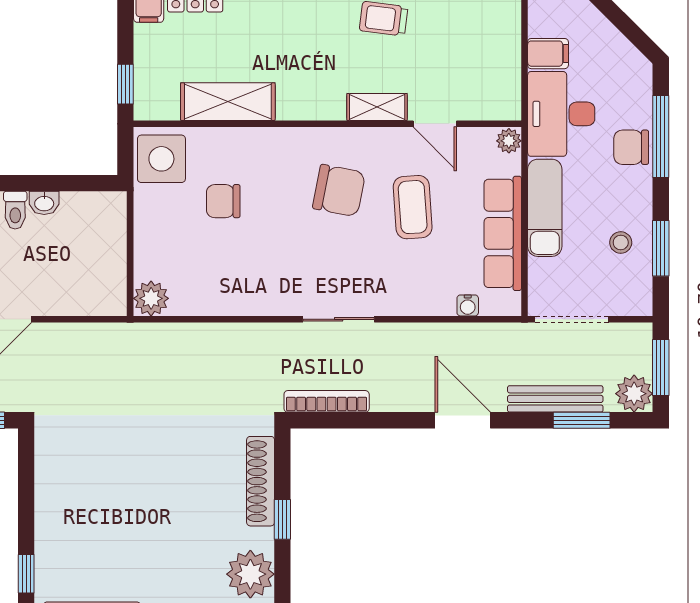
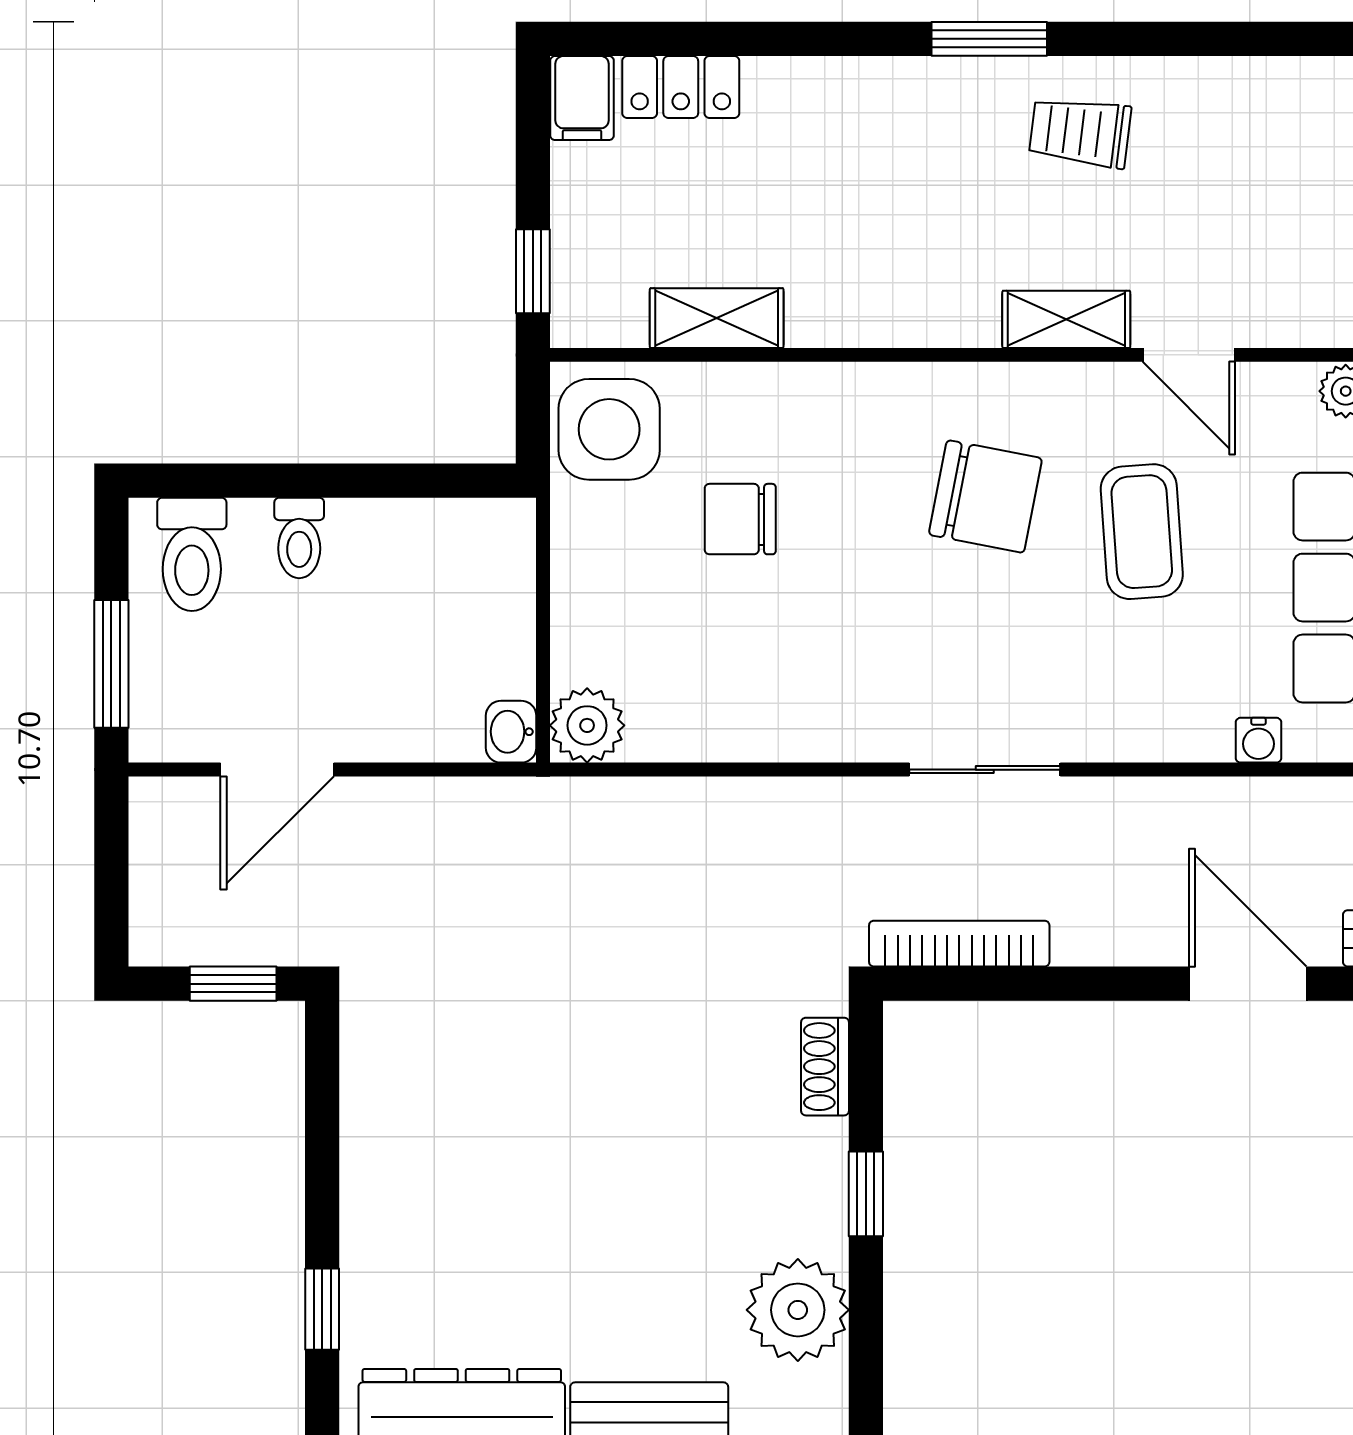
shelving: (228, 102) -> (717, 318), width x0.67, depth x0.75
washbasin: (44, 203) -> (511, 732), moved, turned 90
shoe rack: (261, 481) -> (825, 1067), width x0.51, depth x0.81

